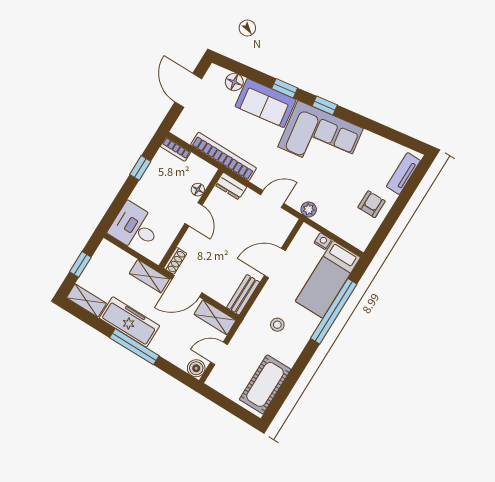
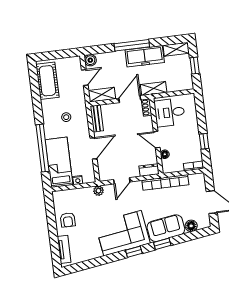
desk: (135, 227) -> (170, 112), moved, turned 180

